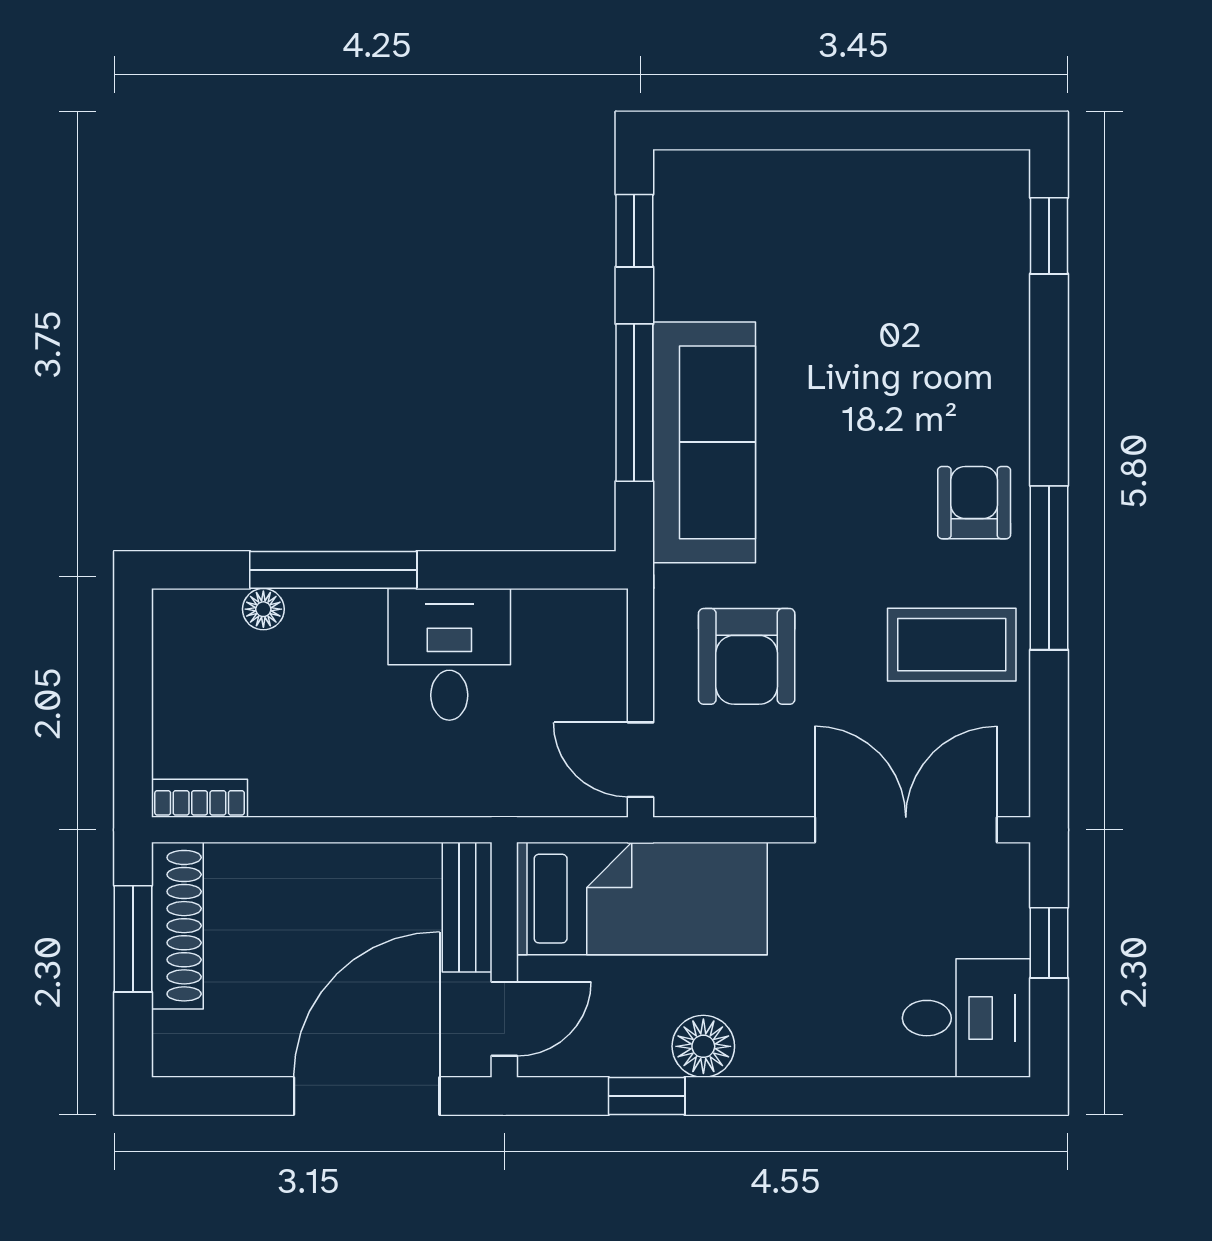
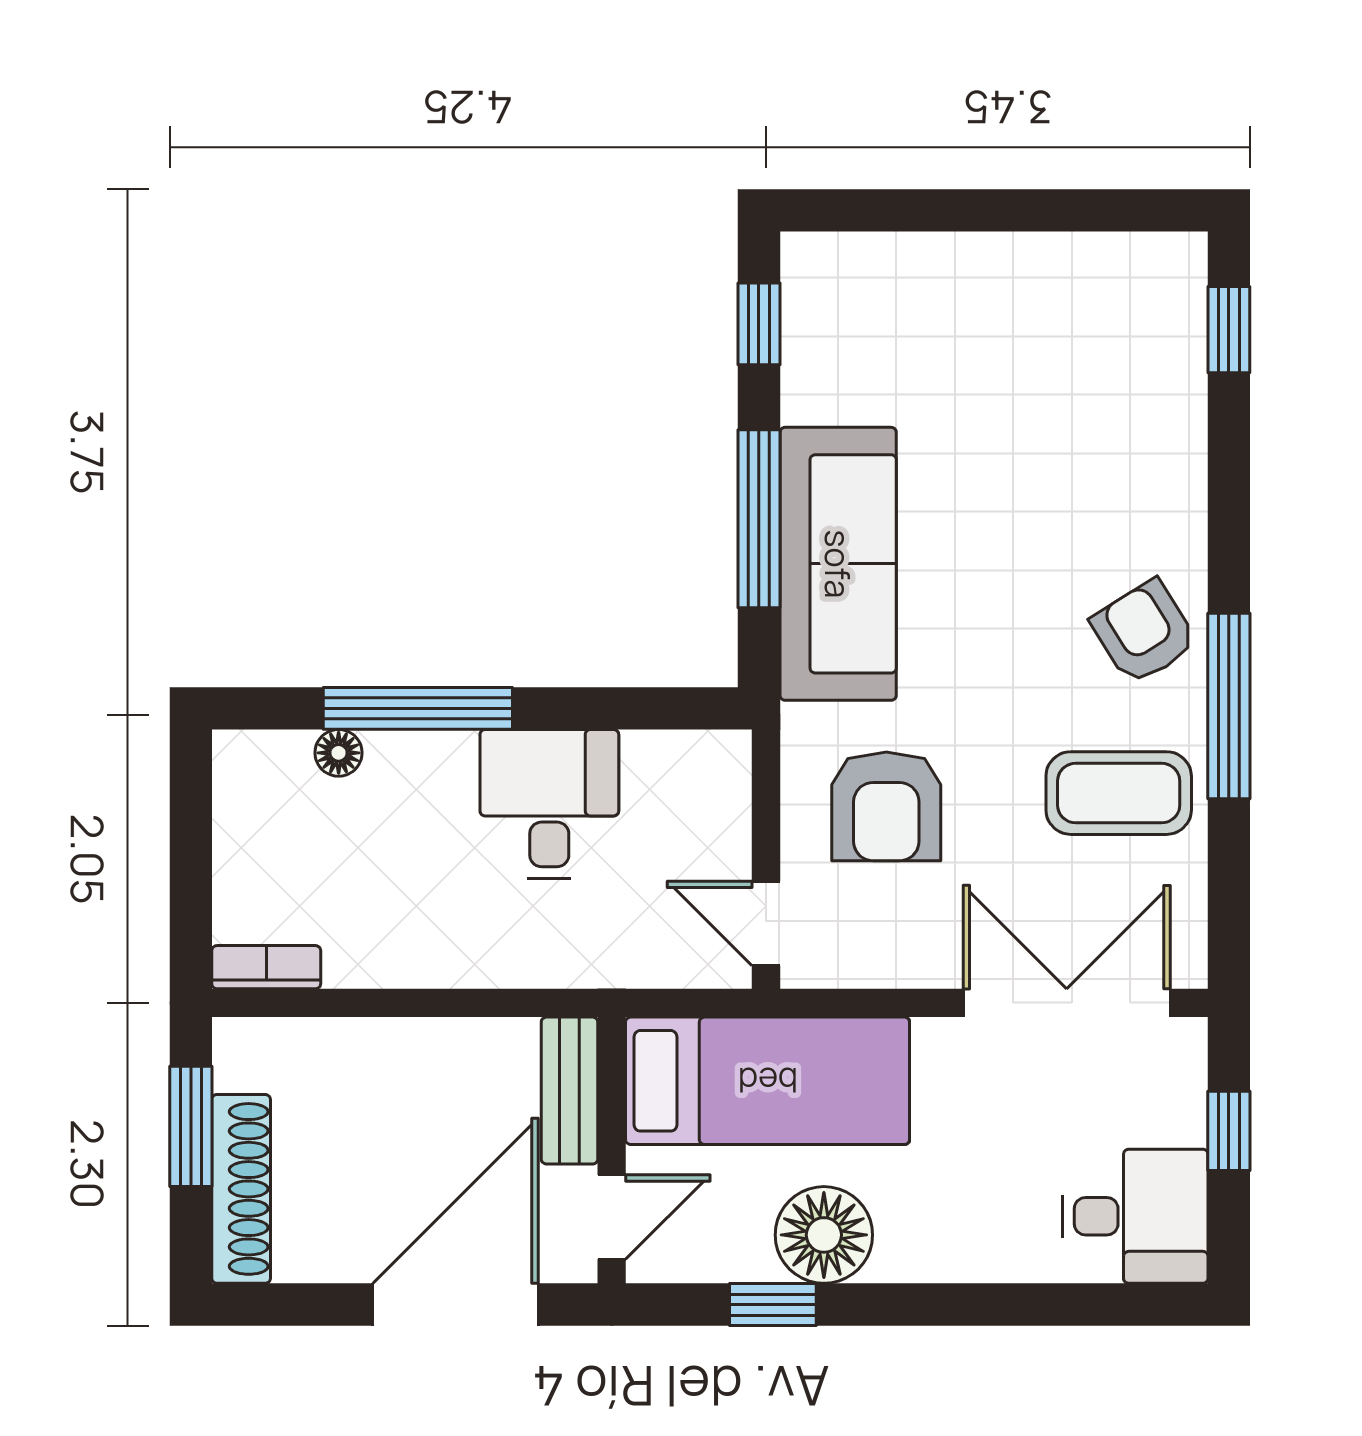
armchair: (974, 503) -> (1144, 632), turned -32
shoe rack: (177, 926) -> (241, 1189), moved
floor lamp: (703, 1046) -> (824, 1235), width x1.38, depth x1.38

